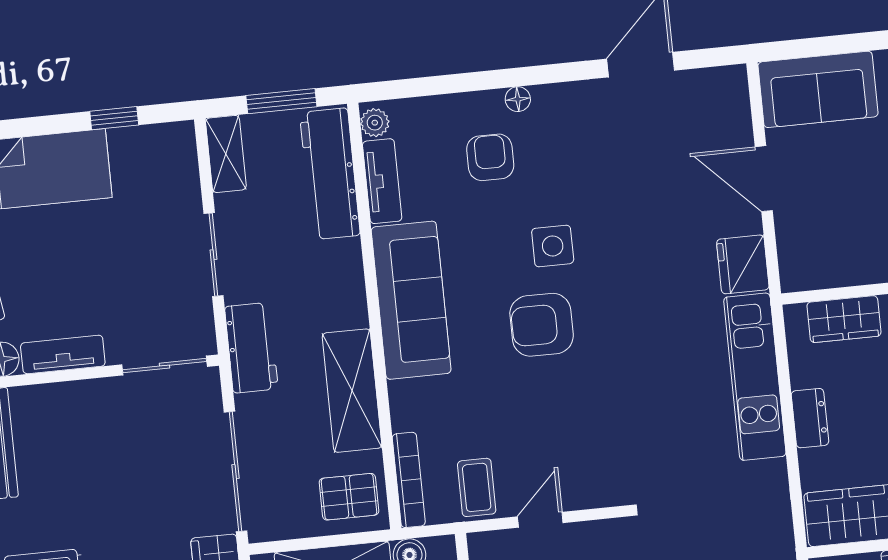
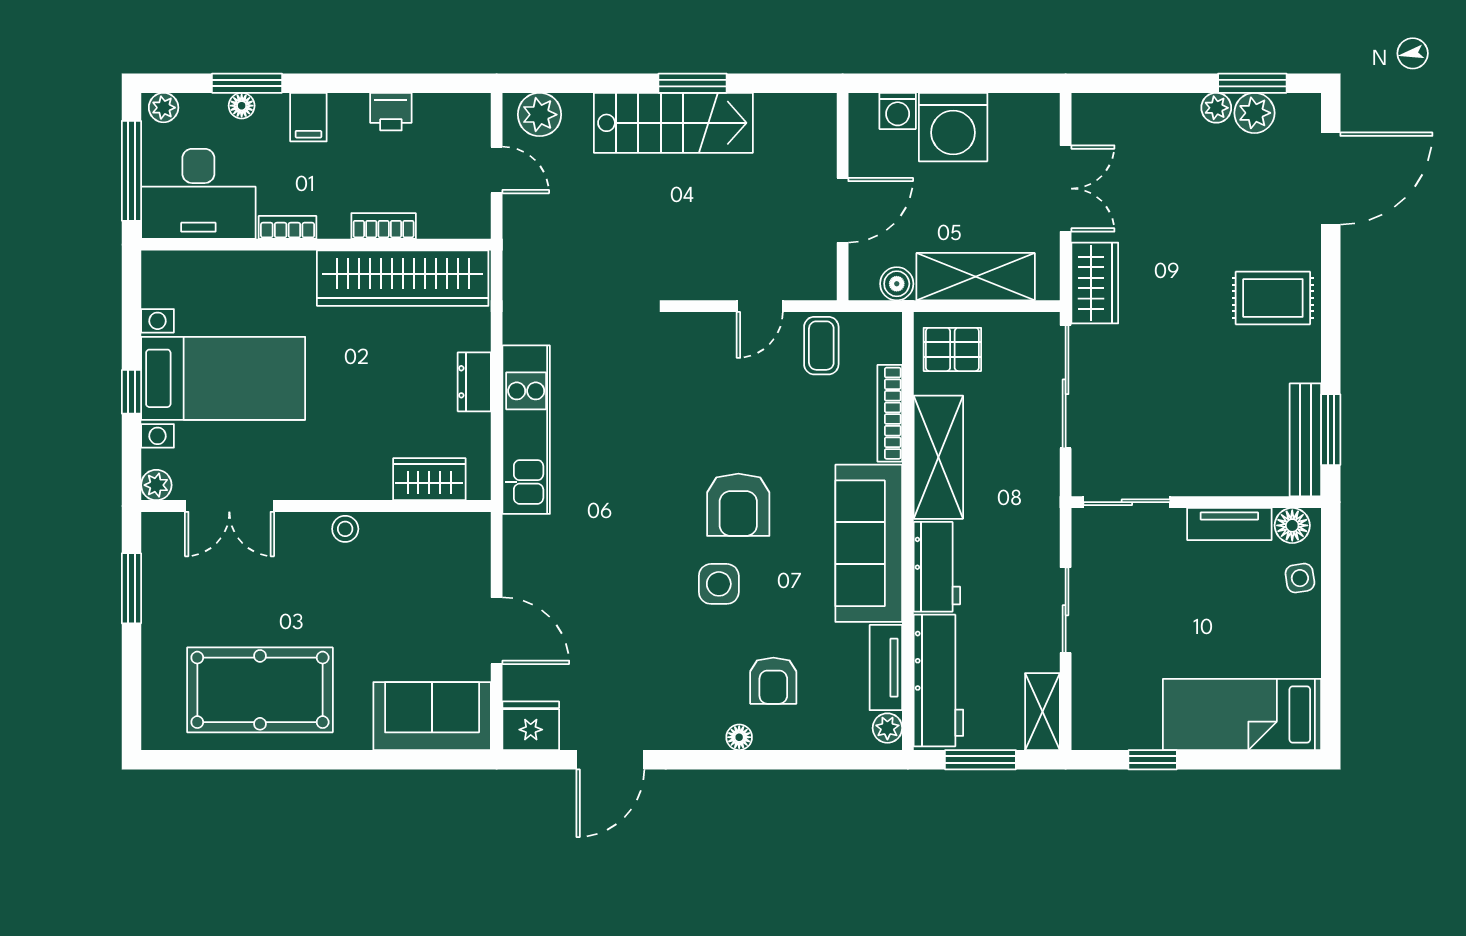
fridge: (743, 264) -> (531, 726), moved, turned -90
armchair: (542, 325) -> (738, 505), turned 90
workbench: (251, 348) -> (937, 567), moved, turned 180
bookcase: (409, 480) -> (890, 413), moved

